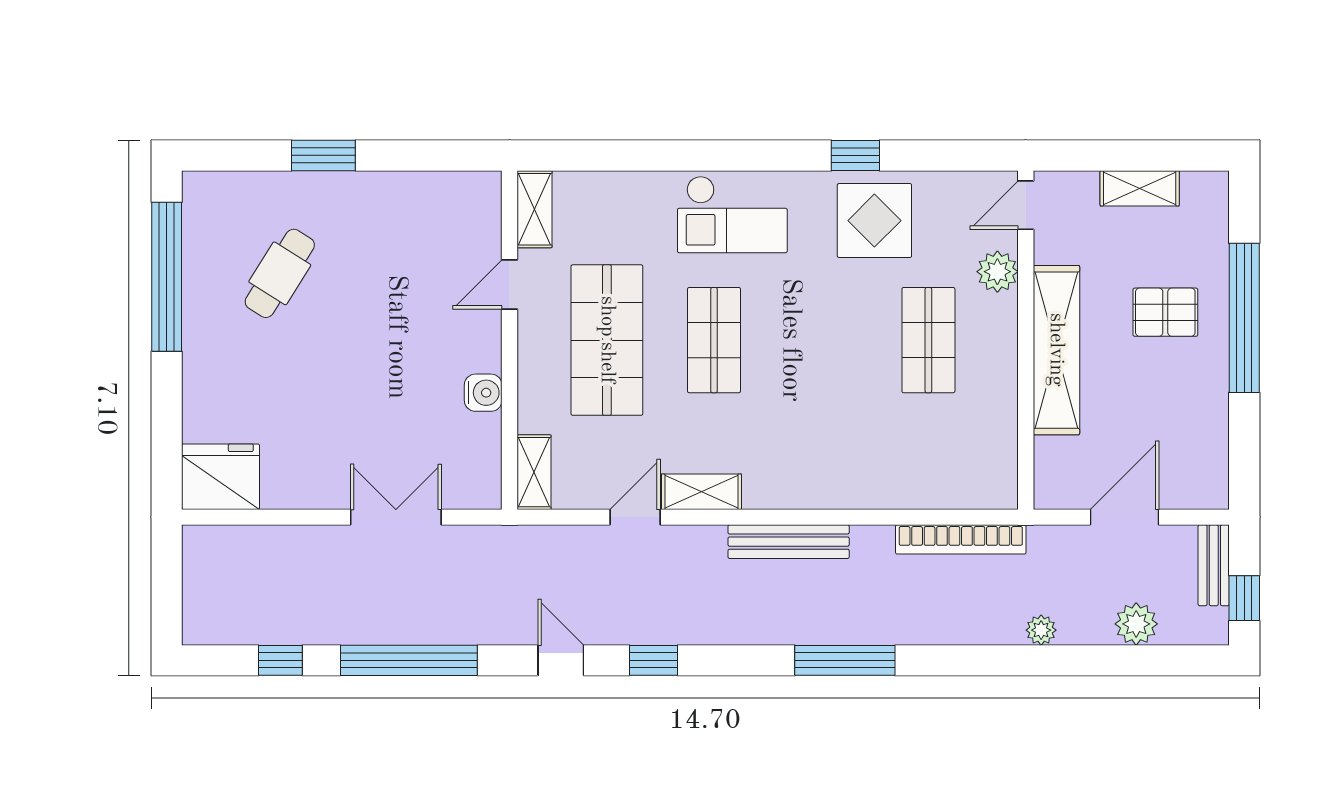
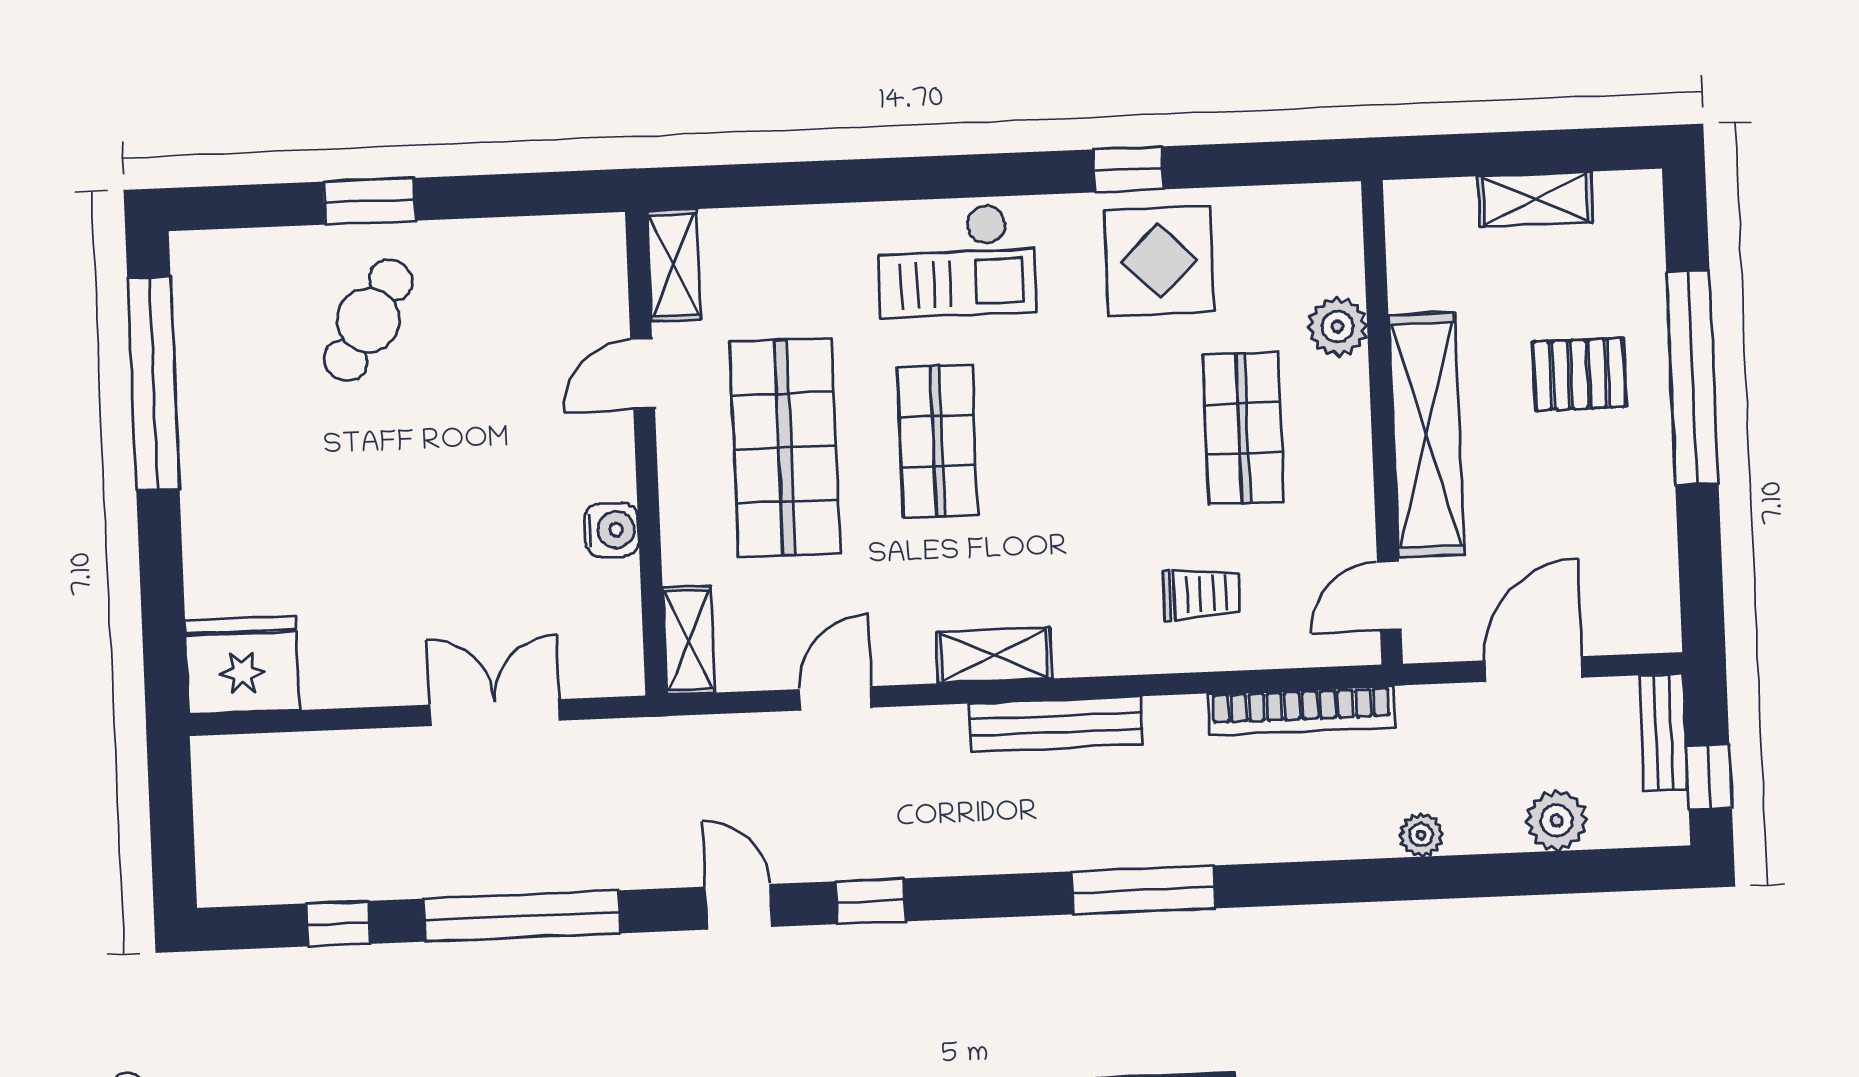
door: (1026, 205) -> (1389, 595), moved
cafe table: (280, 273) -> (368, 320), moved
trolley: (894, 455) -> (1201, 594), added
shelving: (701, 492) -> (994, 655), moved

